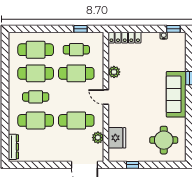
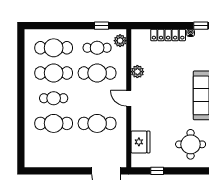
locker: (125, 38) -> (168, 35), moved
plant: (98, 138) -> (120, 41), moved
dresser: (13, 147) -> (30, 152), removed

